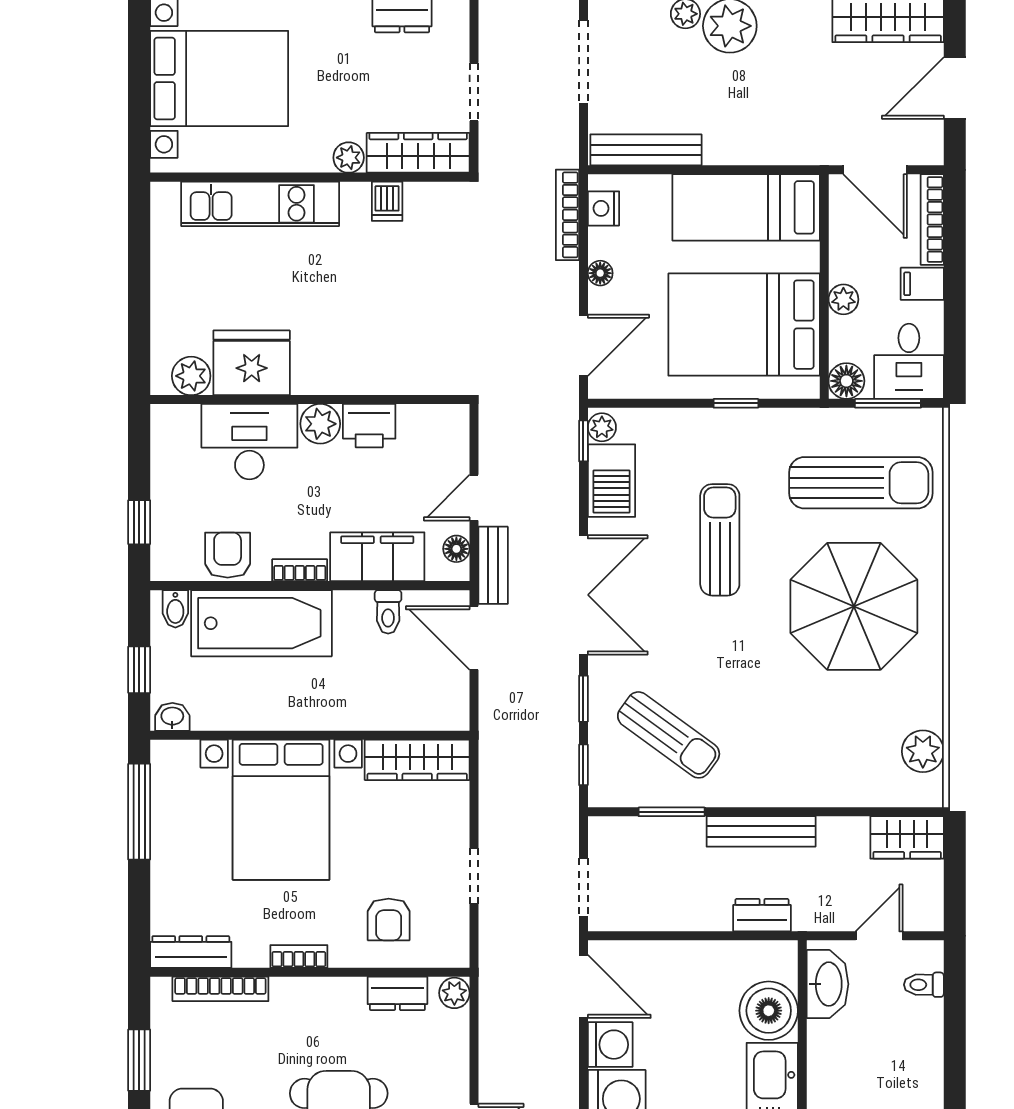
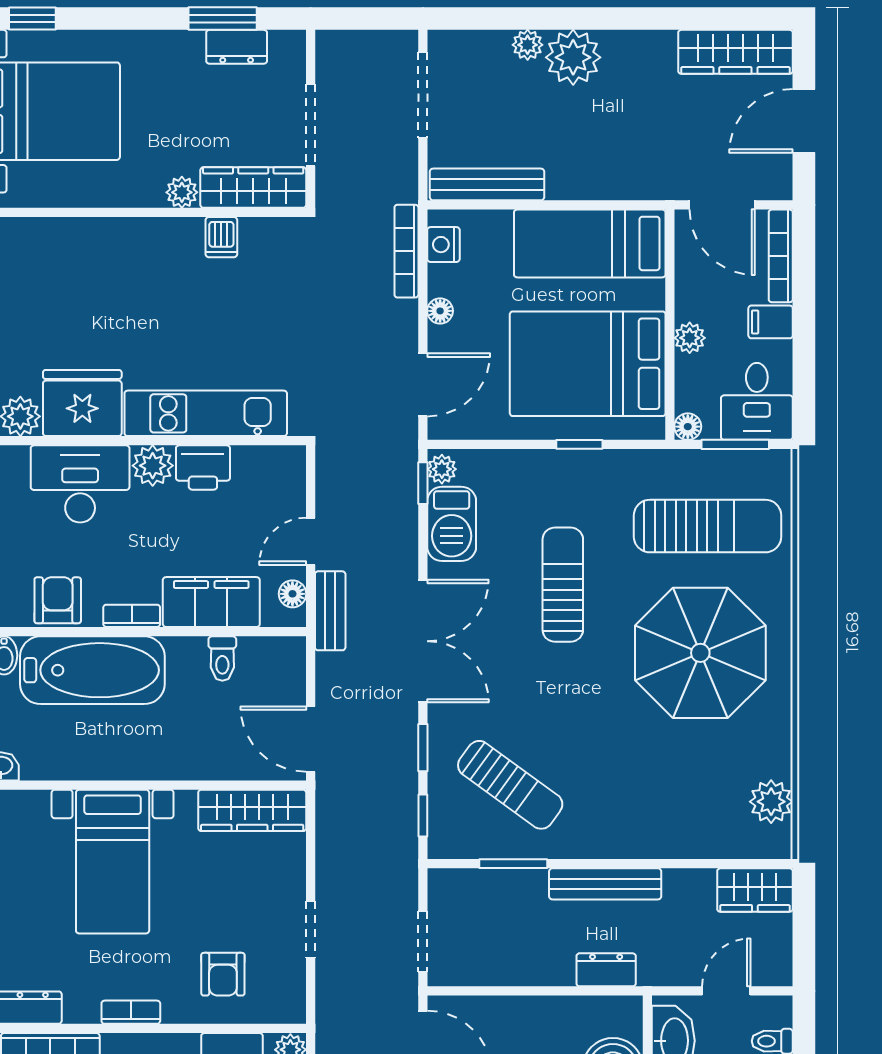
doorway: (474, 92) -> (311, 125), width x1.38
kitchen unit: (260, 204) -> (206, 413), moved, turned 180
floor lamp: (846, 381) -> (688, 427), width x0.73, depth x0.73
door: (474, 638) -> (311, 739), moved
bed with nightstands: (281, 810) -> (113, 862), width x0.73

